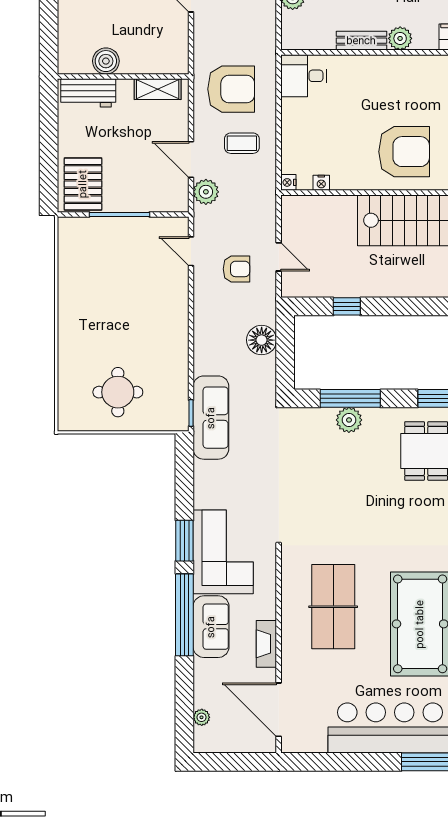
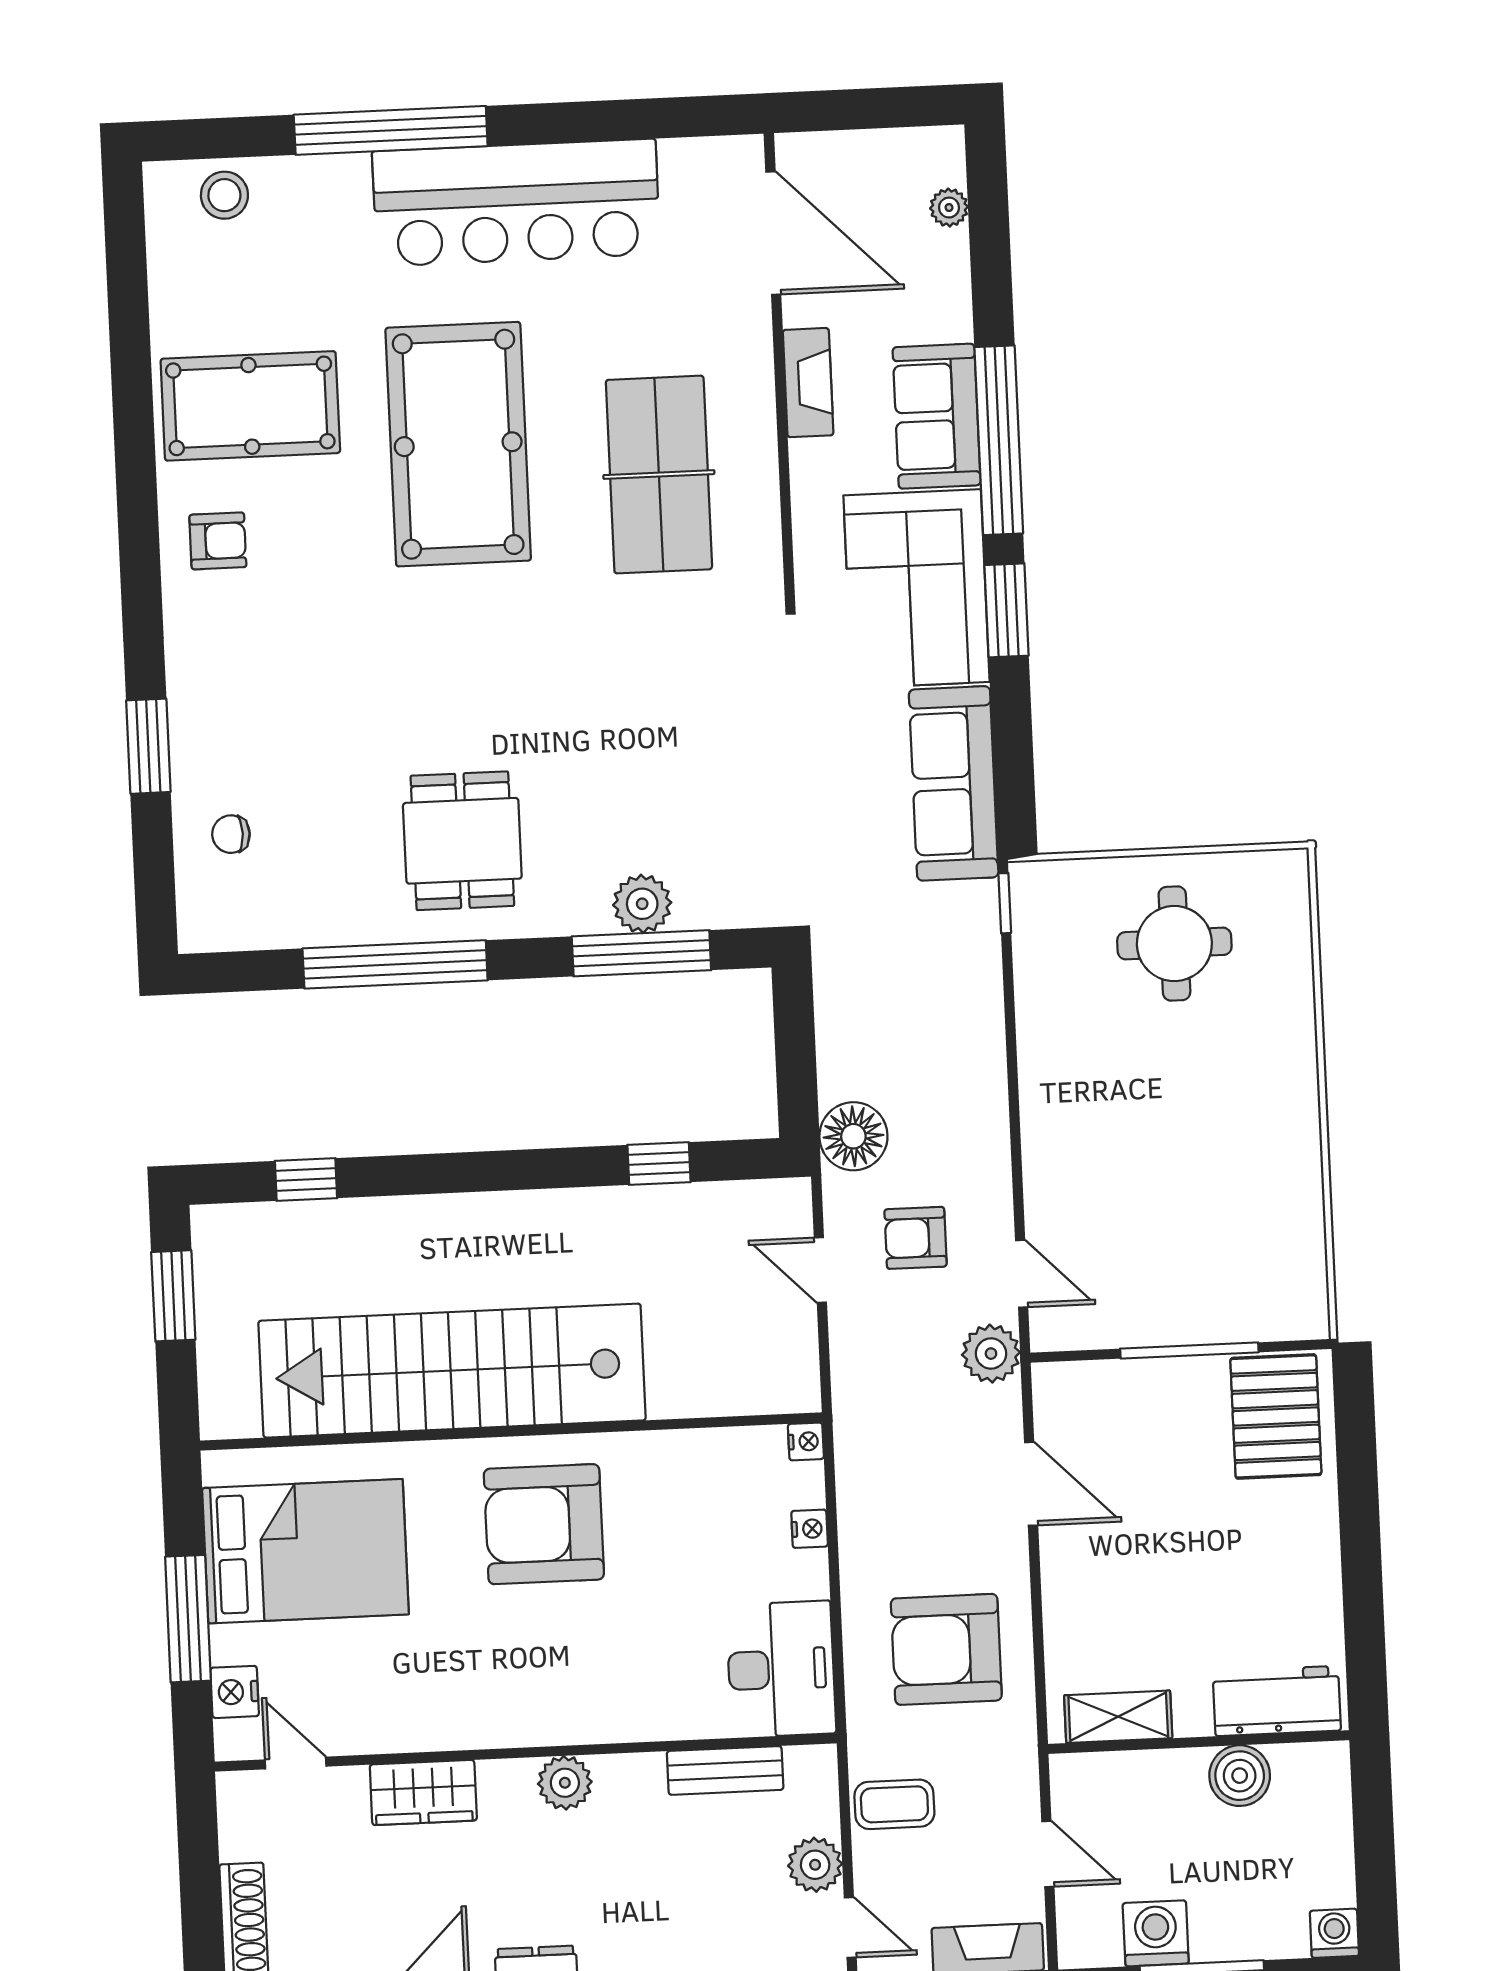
bench: (361, 41) -> (725, 1770), moved
boiler: (106, 61) -> (1240, 1776), moved
desk: (304, 76) -> (781, 1669), width x1.37
wall: (123, 77) -> (1199, 1742), moved
shelving: (158, 89) -> (1118, 1717), moved
workbench: (88, 93) -> (1277, 1701), moved
coffee table: (242, 143) -> (894, 1804), moved
nightstand: (321, 183) -> (810, 1529), moved, turned 90
plant: (206, 192) -> (991, 1354), moved
floor lamp: (262, 340) -> (853, 1136), moved
sofa: (211, 418) -> (954, 783), moved

